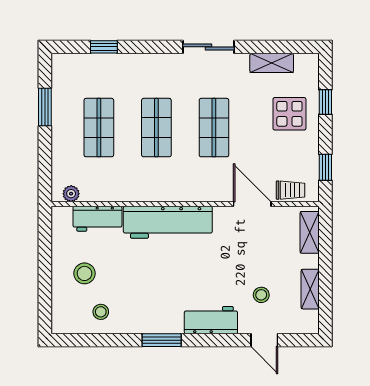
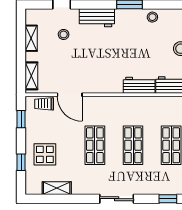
sliding door: (209, 47) -> (117, 199), moved
workbench: (168, 222) -> (139, 85), width x0.53, depth x0.76
stool: (101, 312) -> (152, 17), moved

